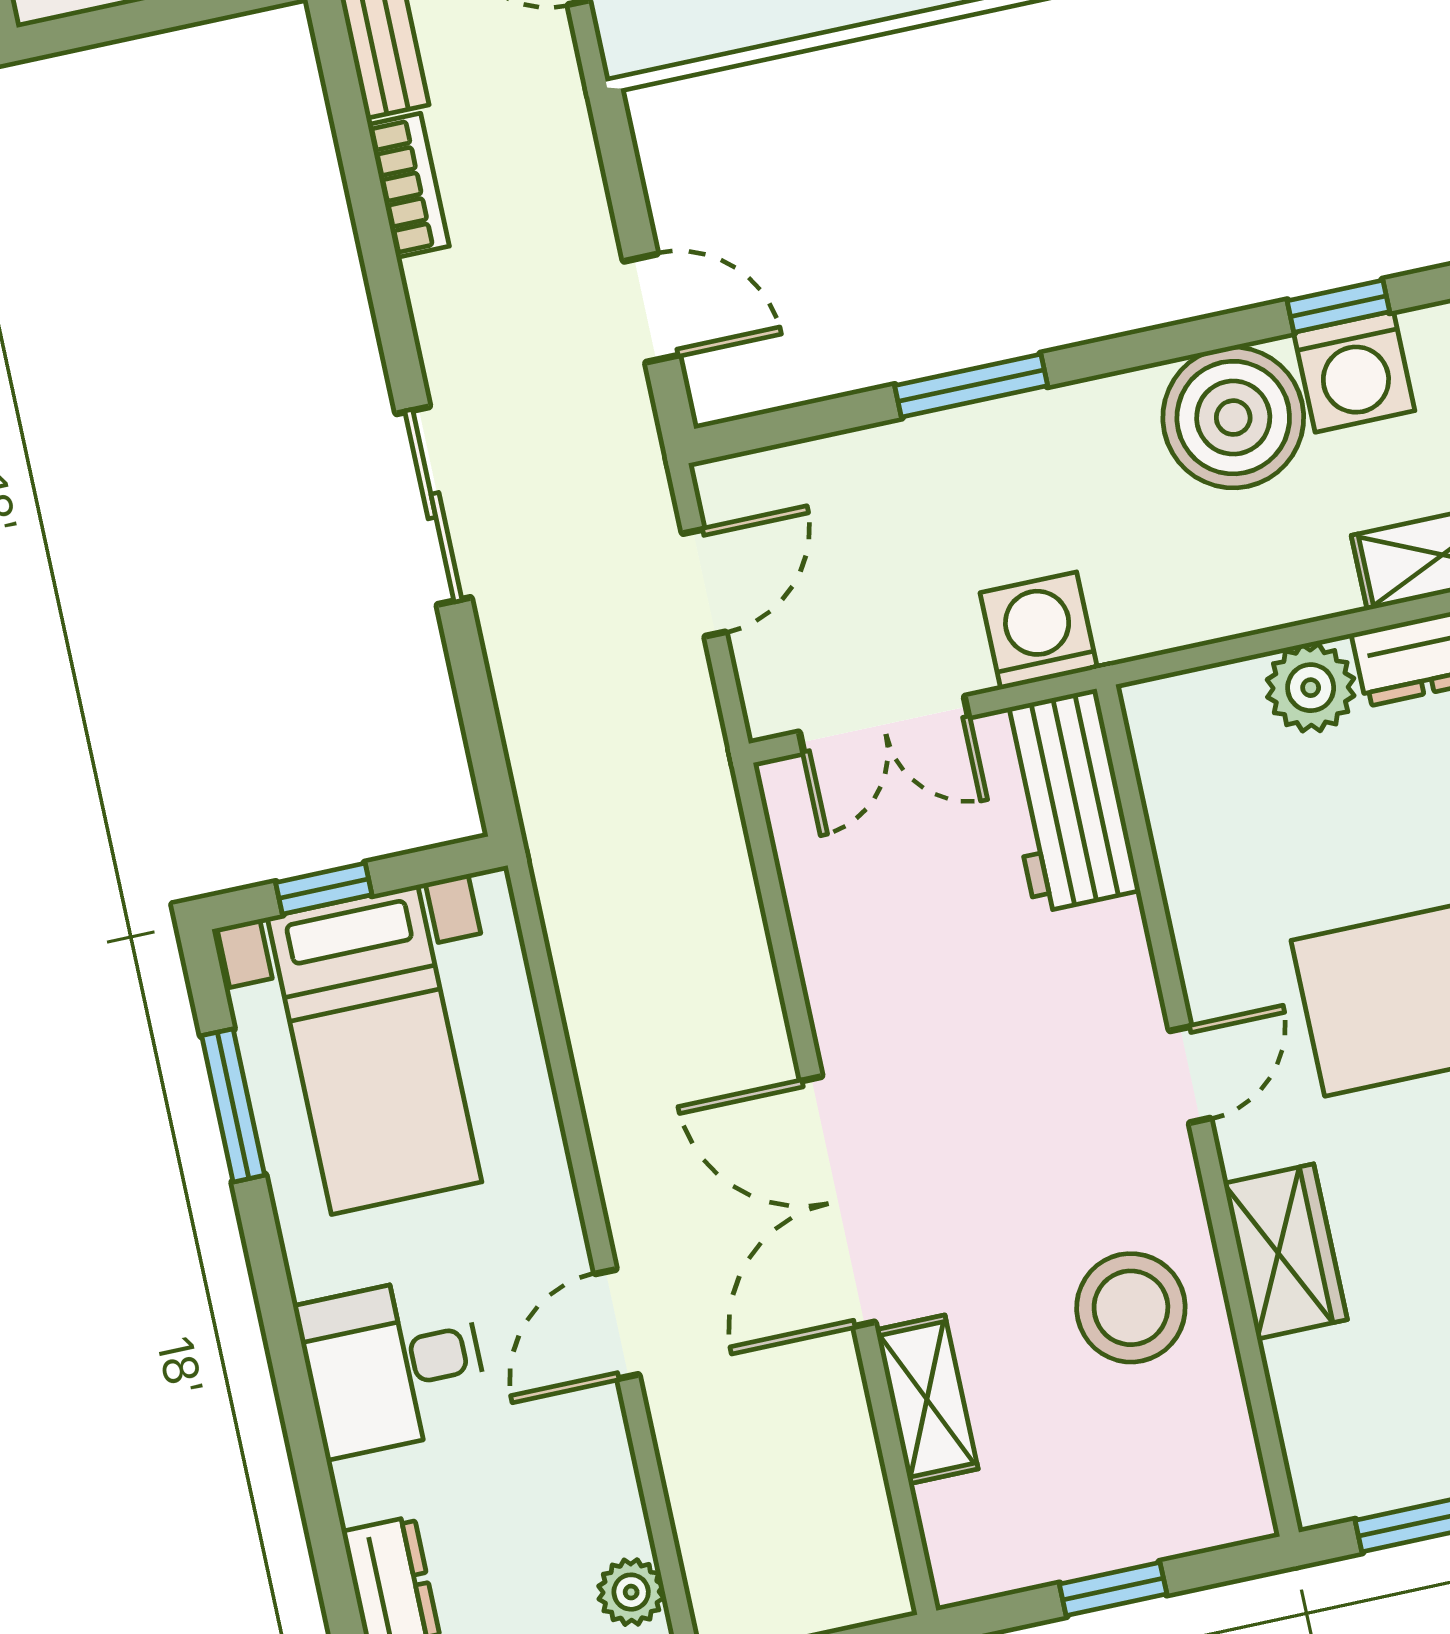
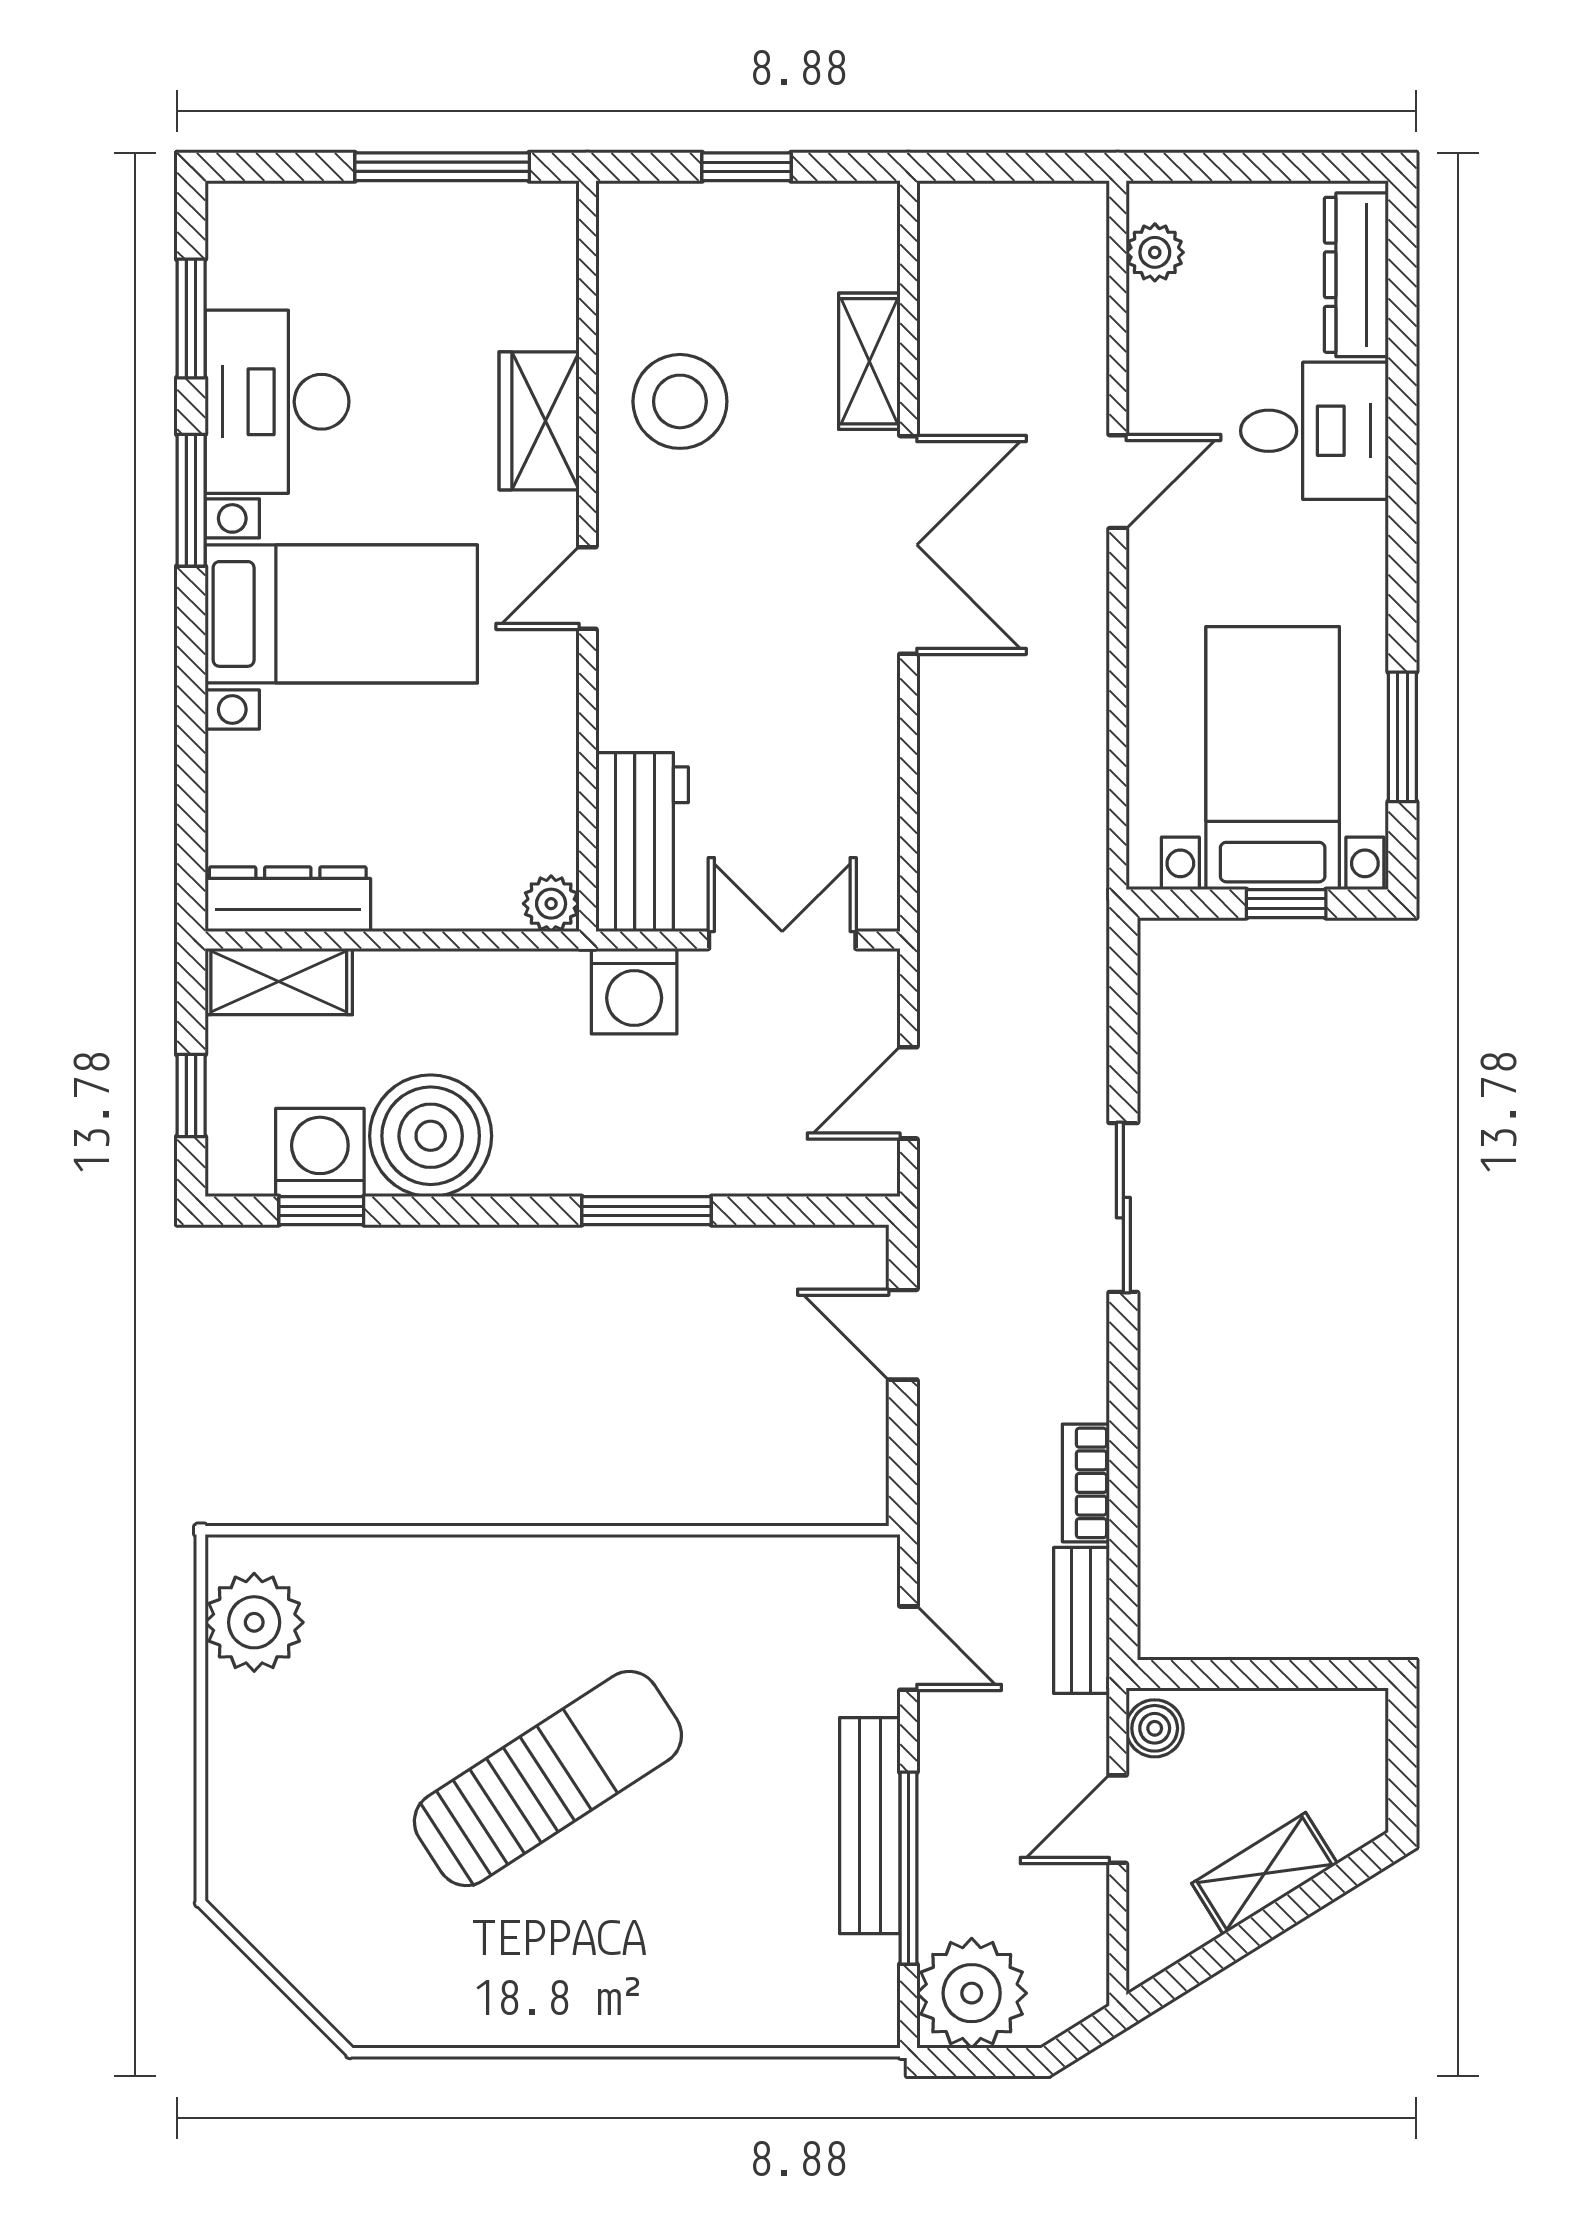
plant: (1311, 688) -> (551, 904), moved, width x0.73, depth x0.73
desk: (393, 1365) -> (1314, 431), moved

